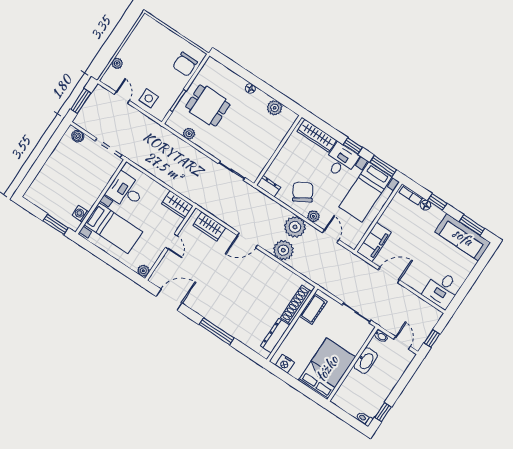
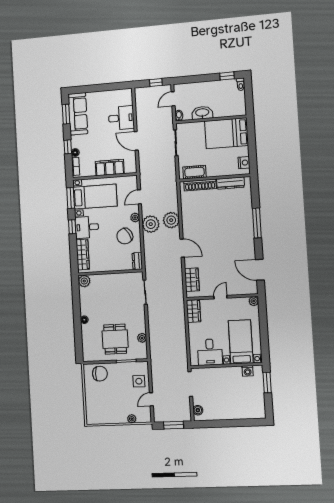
plant: (275, 108) -> (84, 281), moved
filing cabinet: (374, 242) -> (110, 168), moved
desk: (442, 290) -> (121, 118), moved

